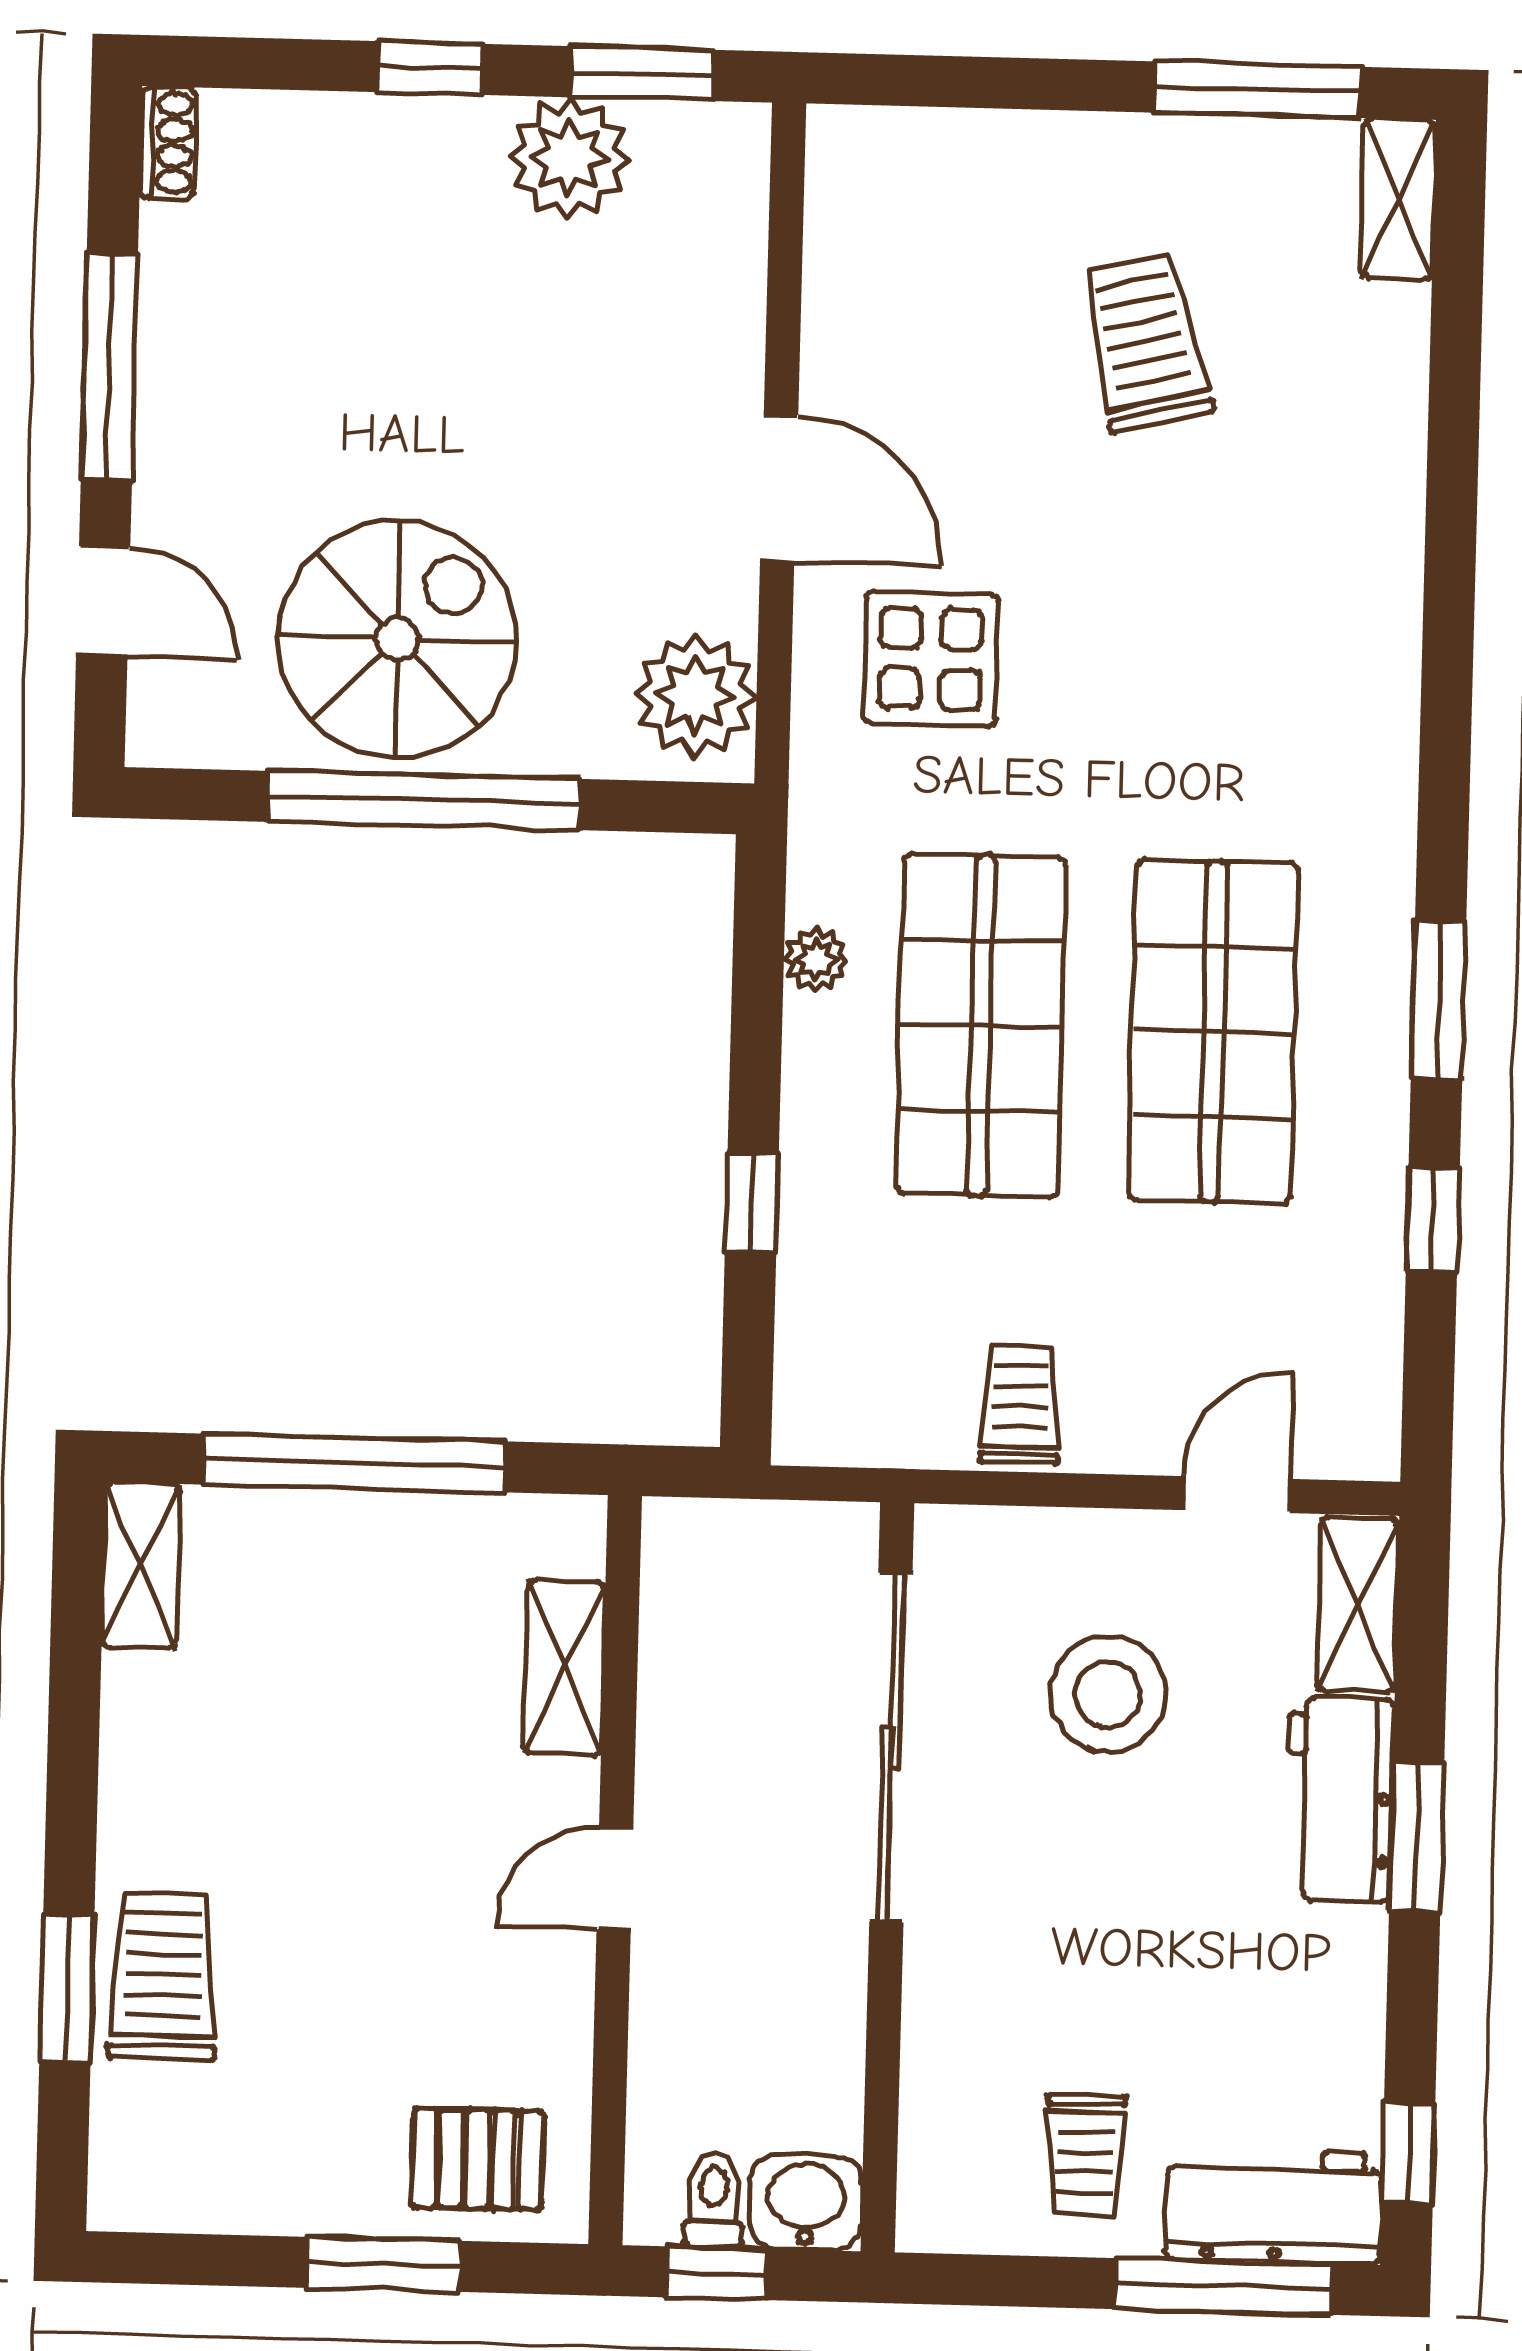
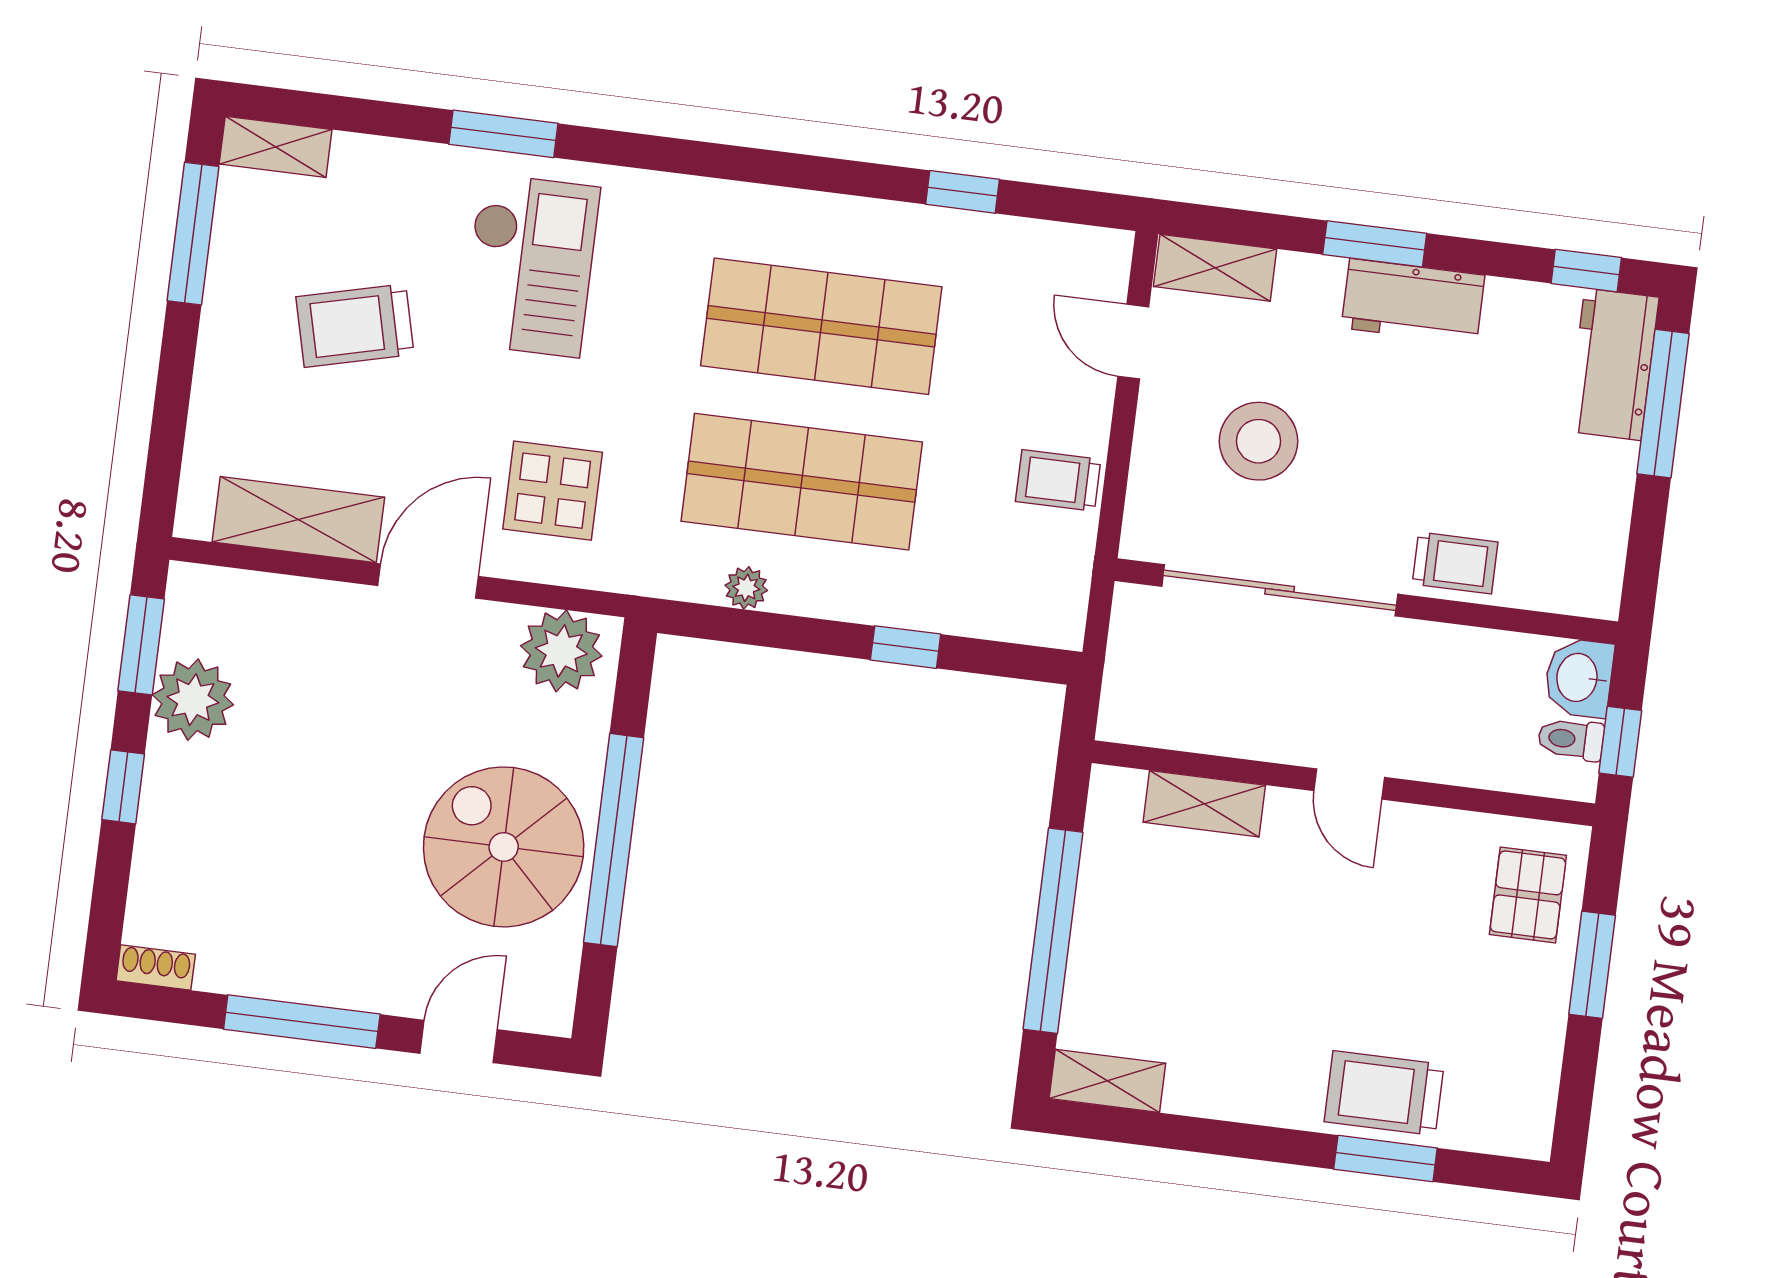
shelving: (850, 287) -> (298, 520), added
checkout: (1261, 592) -> (530, 265), added
window: (1439, 1000) -> (503, 134), moved
workbench: (1340, 1799) -> (1413, 302), moved
trolley: (1085, 2155) -> (1455, 563), moved

